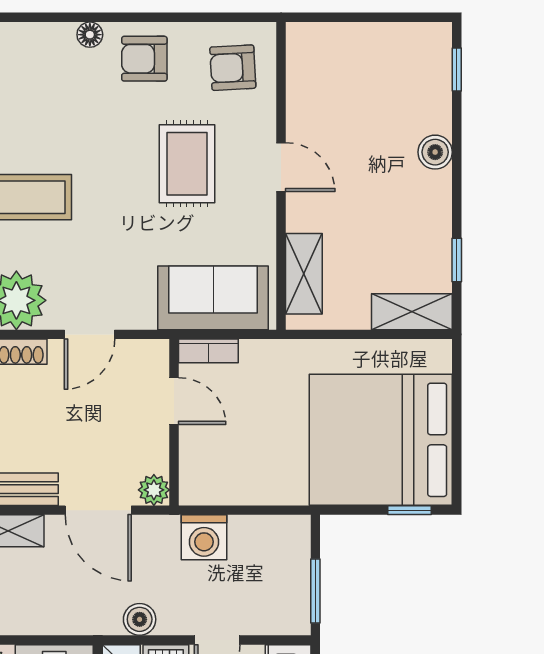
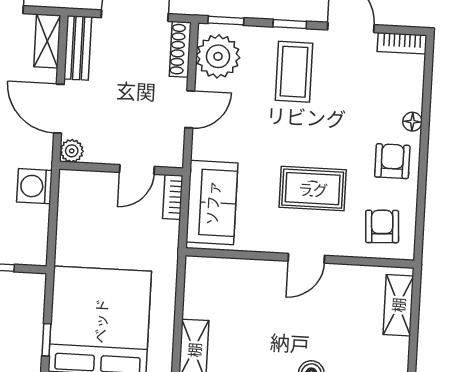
shelving: (304, 274) -> (398, 305), moved, turned 90
door: (90, 334) -> (190, 109), swing flipped
door: (98, 510) -> (59, 109), hinge flipped

